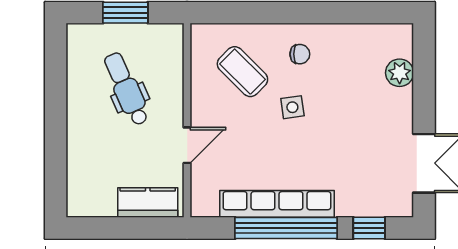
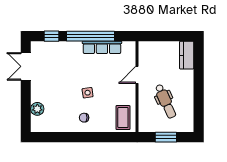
coffee table: (242, 72) -> (123, 118), moved, turned 45
kitchen counter: (148, 202) -> (187, 55), moved, turned 90
row of seats: (277, 204) -> (102, 47), width x0.73

